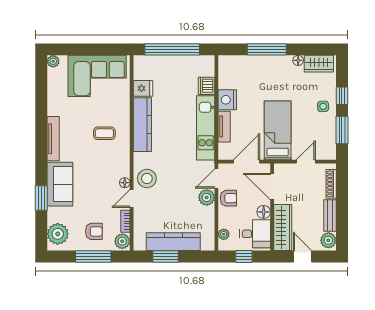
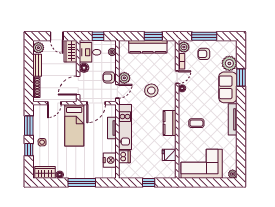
window: (172, 49) -> (149, 182), width x0.32
nightstand: (227, 100) -> (110, 160), moved
kitchen counter: (142, 125) -> (170, 123), width x0.67
stool: (147, 178) -> (151, 90), moved
door: (272, 187) -> (78, 86), swing flipped
wardrobe: (283, 228) -> (71, 51), width x0.67
plant: (58, 234) -> (229, 63), moved

